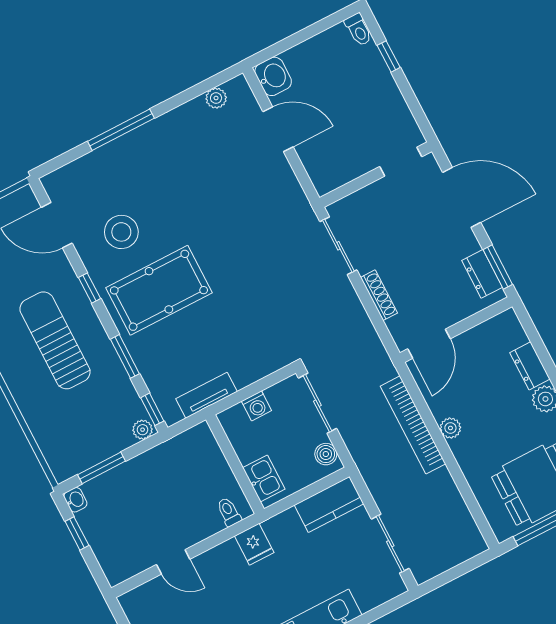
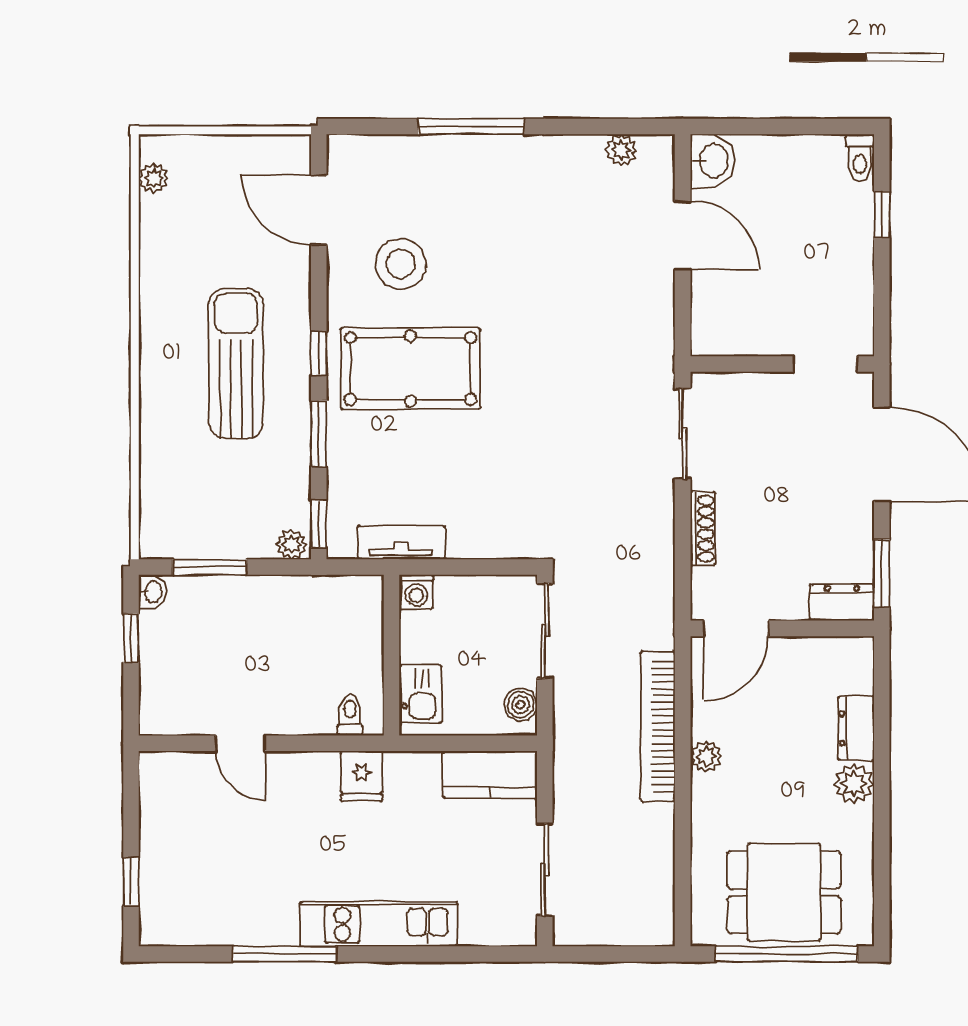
dresser: (482, 274) -> (842, 603), moved, turned 90
window: (89, 288) -> (319, 354), moved
washing machine: (257, 406) -> (416, 592), moved

